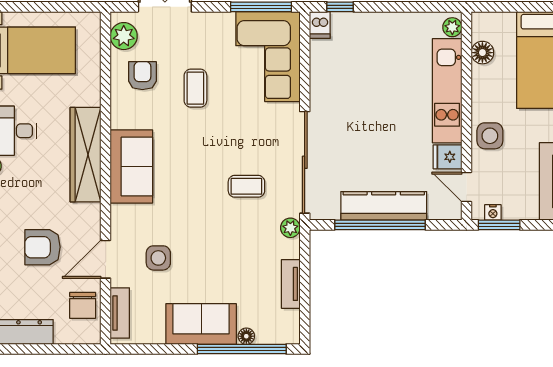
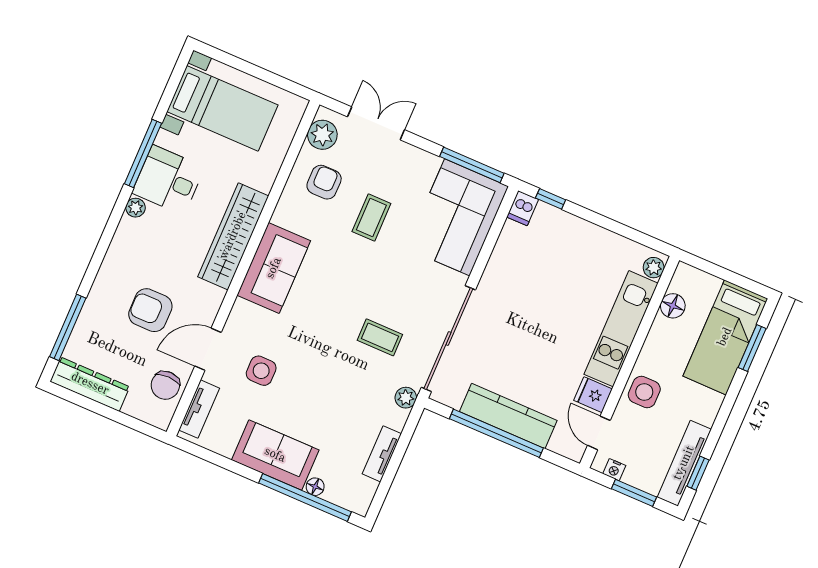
window: (499, 225) -> (634, 493), moved

